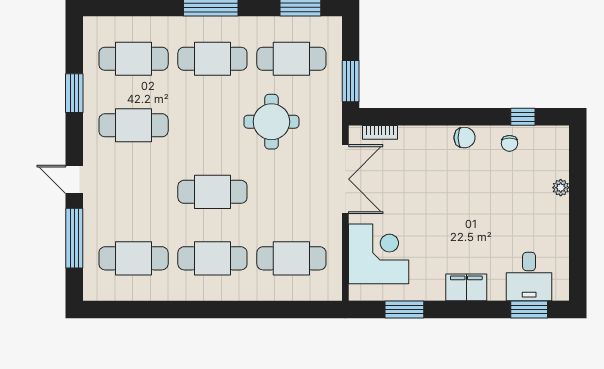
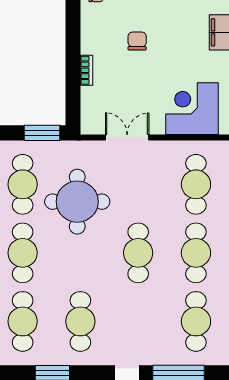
round table: (271, 122) -> (77, 202), width x1.36, depth x1.36
bookcase: (380, 132) -> (86, 70), moved
chair: (465, 138) -> (137, 41), moved
double door: (345, 179) -> (127, 138), width x0.73

